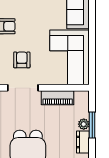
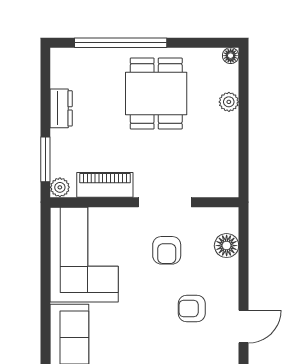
plant: (84, 124) -> (60, 187), moved
window: (92, 125) -> (45, 159), moved

